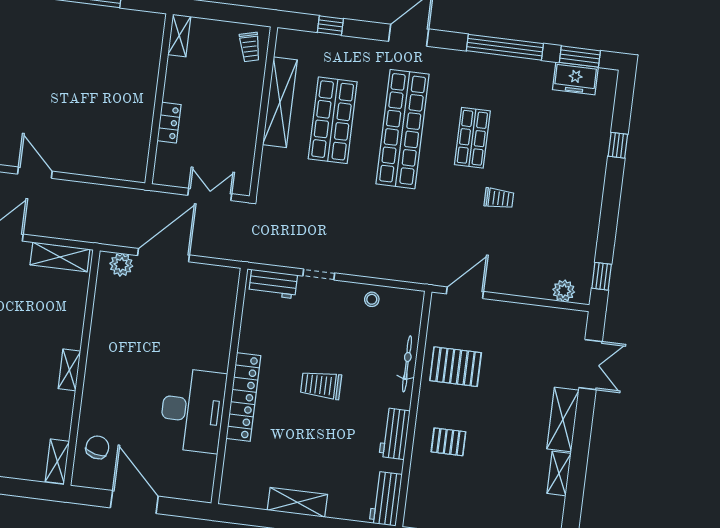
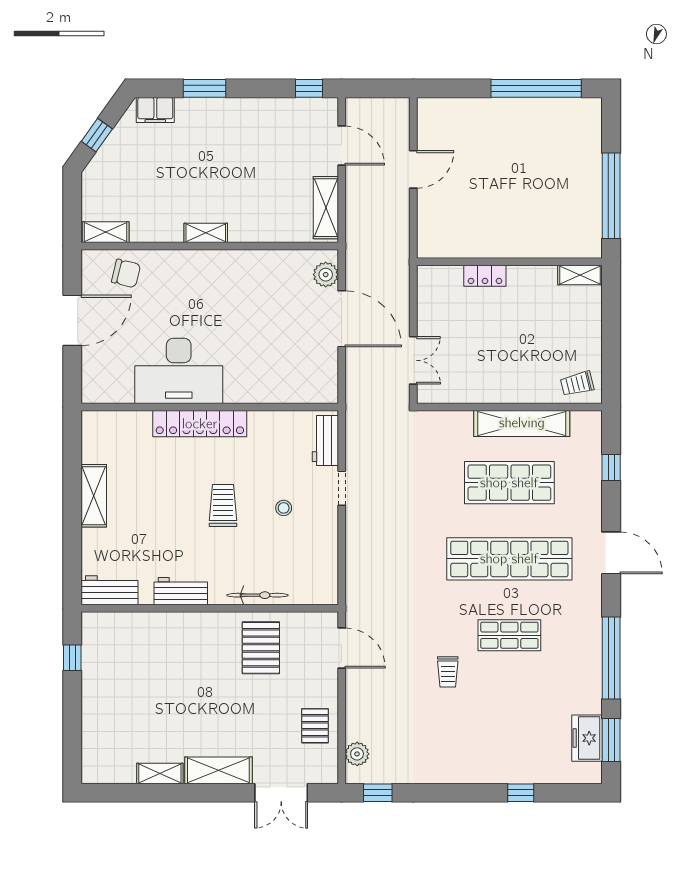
shelving: (179, 35) -> (580, 275), moved
wall: (159, 99) -> (509, 262), moved
locker: (169, 123) -> (485, 276), moved
stool: (372, 299) -> (284, 508), moved
pallet: (448, 442) -> (315, 726), moved

